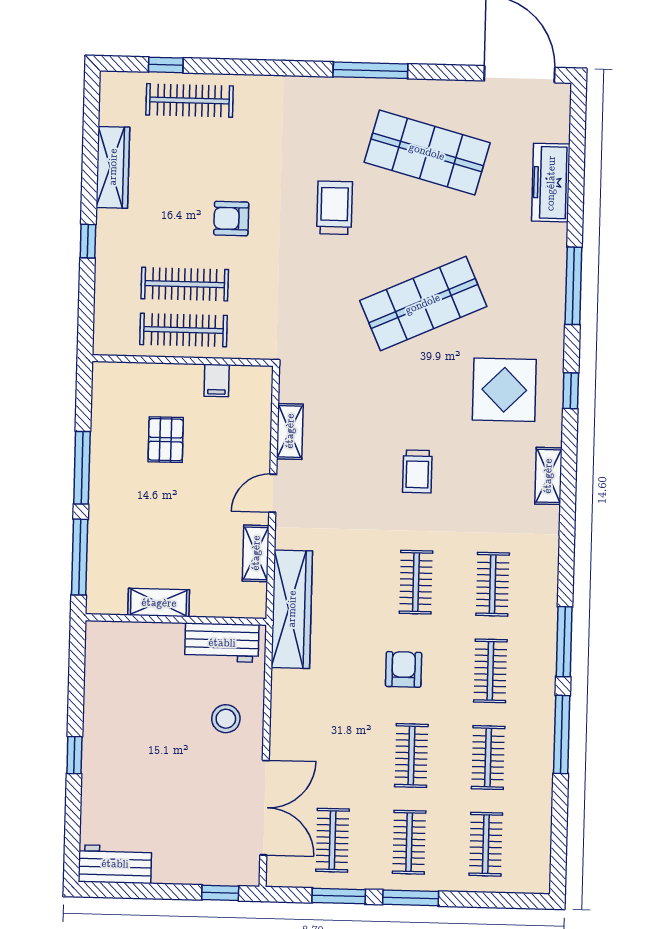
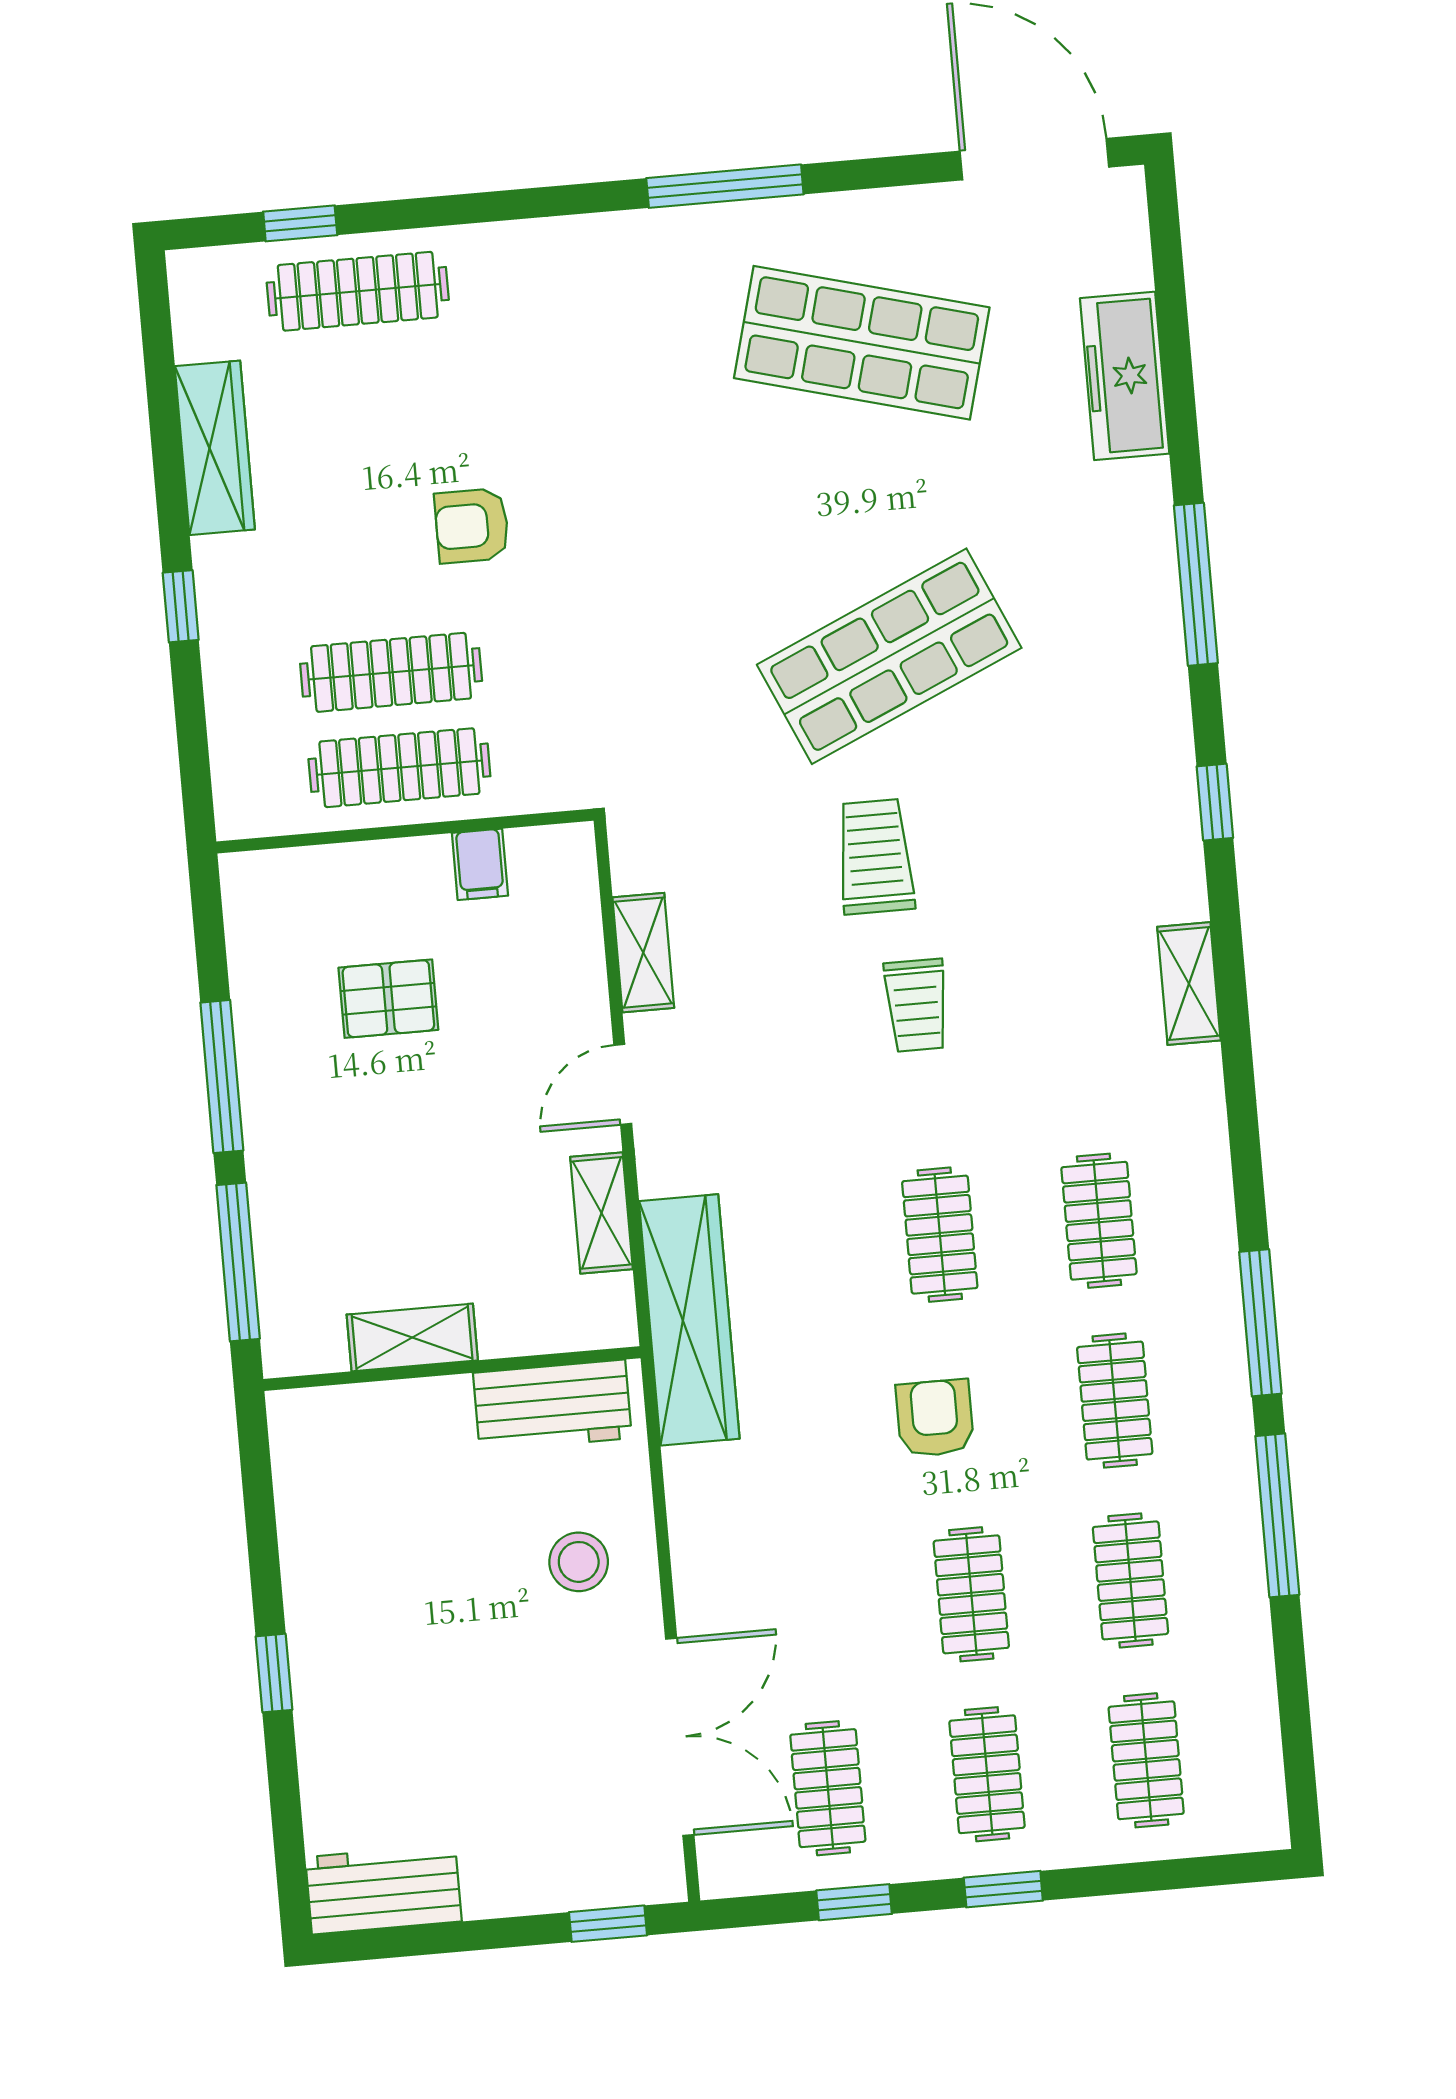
trolley: (335, 208) -> (875, 857), moved
display table: (504, 390) -> (1077, 816), removed
pallet: (166, 440) -> (388, 999), turned 90
window: (339, 896) -> (854, 1902), width x0.67
window: (411, 898) -> (1003, 1889), width x0.67

